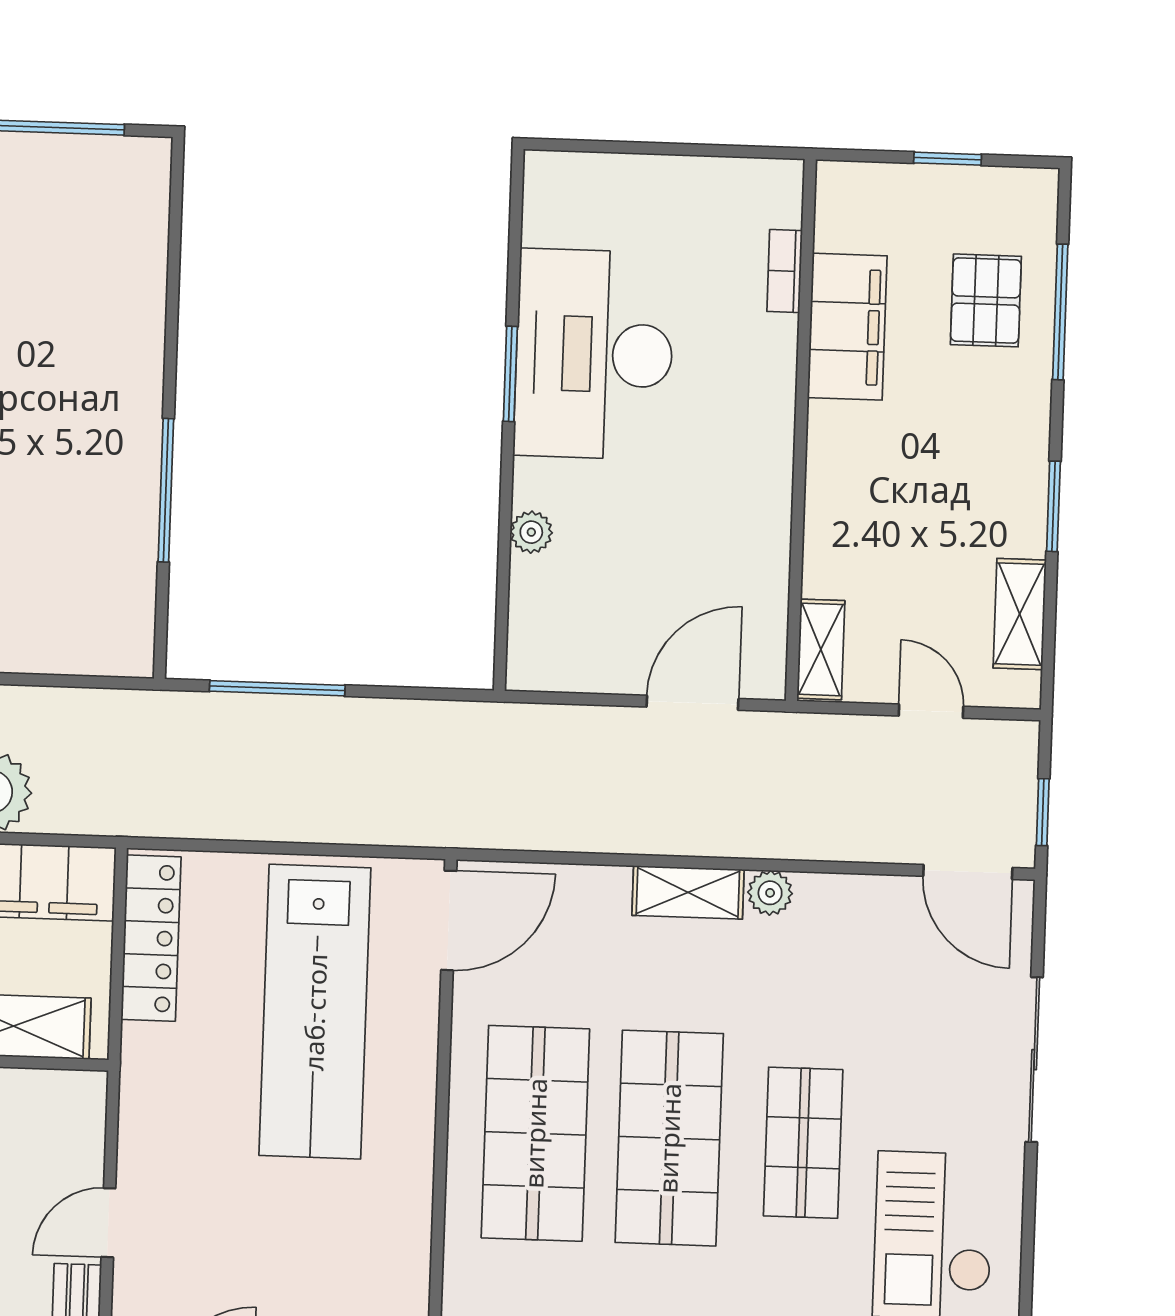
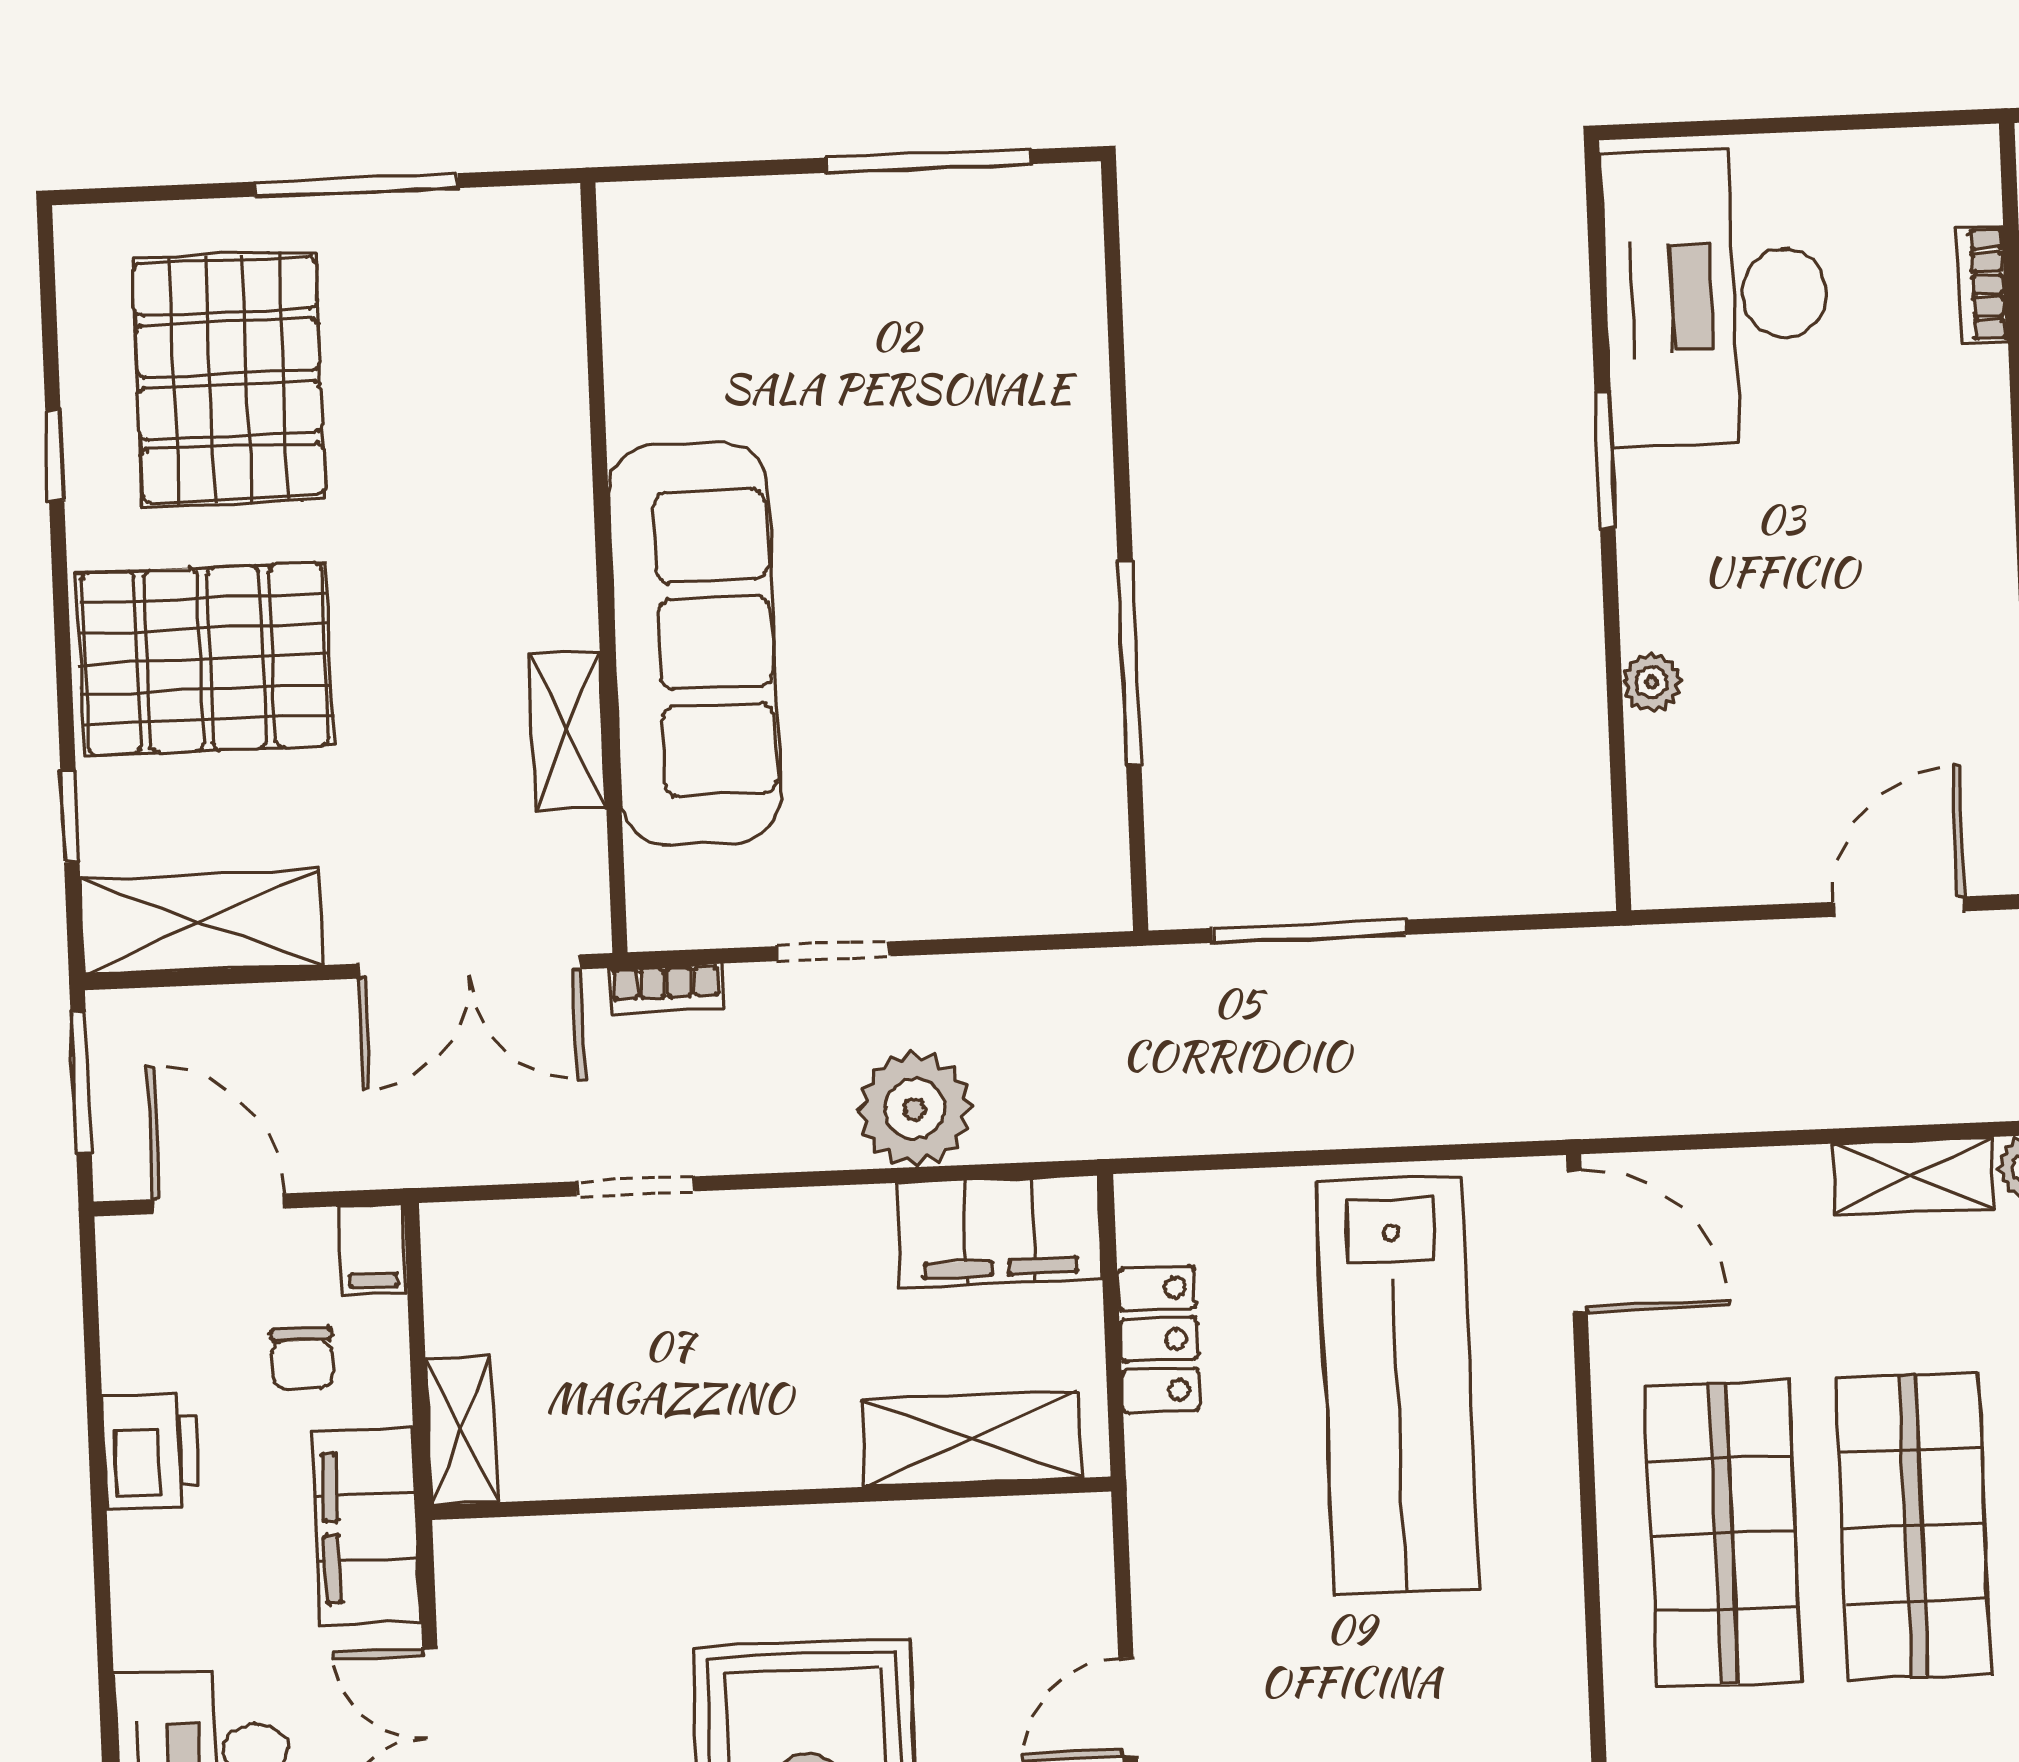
desk: (594, 354) -> (1716, 296), moved
door: (449, 920) -> (1577, 1242), hinge flipped
locker: (151, 938) -> (1159, 1339), width x0.66

